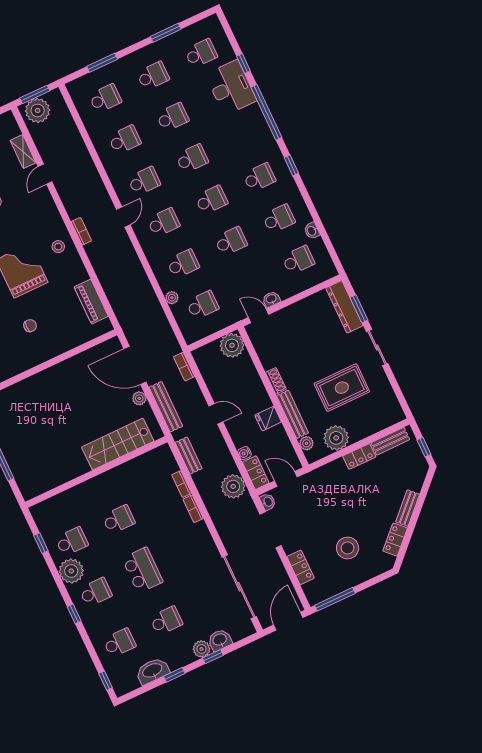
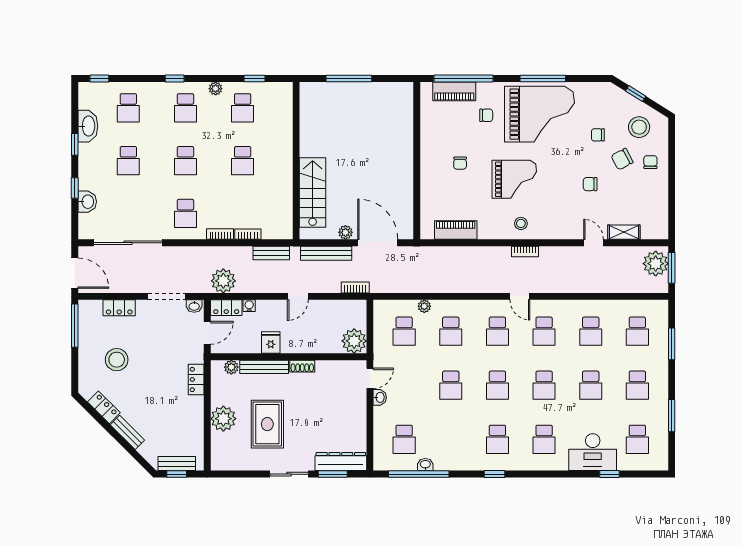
window: (266, 112) -> (419, 474), moved
school desk: (279, 219) -> (544, 439), moved
door: (135, 365) -> (378, 243), hinge flipped
plant: (336, 438) -> (223, 419), moved
bench: (390, 441) -> (177, 464), moved, turned 90
locker: (359, 456) -> (196, 380), moved
school desk: (189, 548) -> (185, 213), added
school desk: (142, 570) -> (185, 161), width x0.54
plant: (71, 571) -> (216, 89), width x0.53, depth x0.53
plant: (202, 649) -> (87, 181), removed

